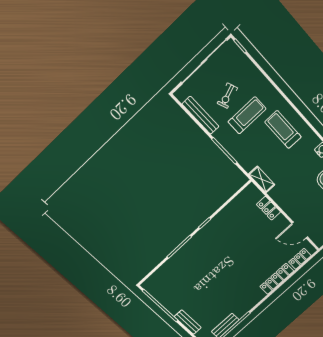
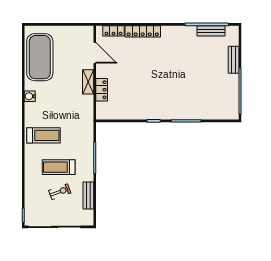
bench: (201, 115) -> (88, 195), width x0.73
treadmill: (283, 129) -> (44, 135), turned -90
shelving: (262, 179) -> (88, 82), moved

